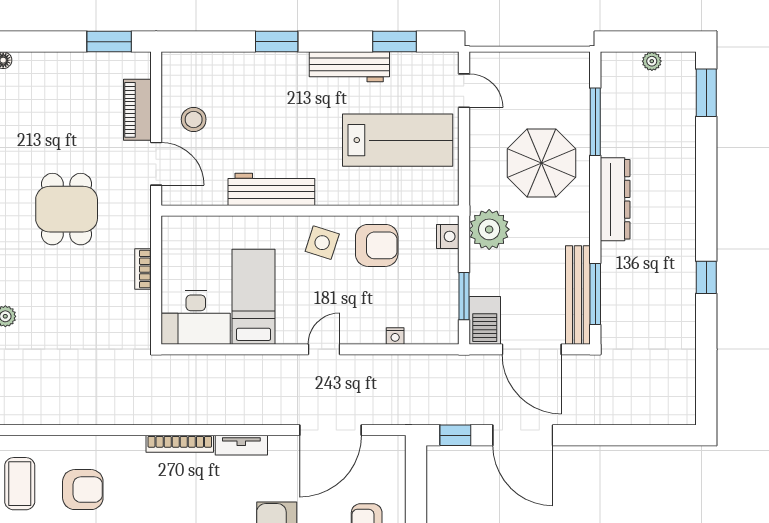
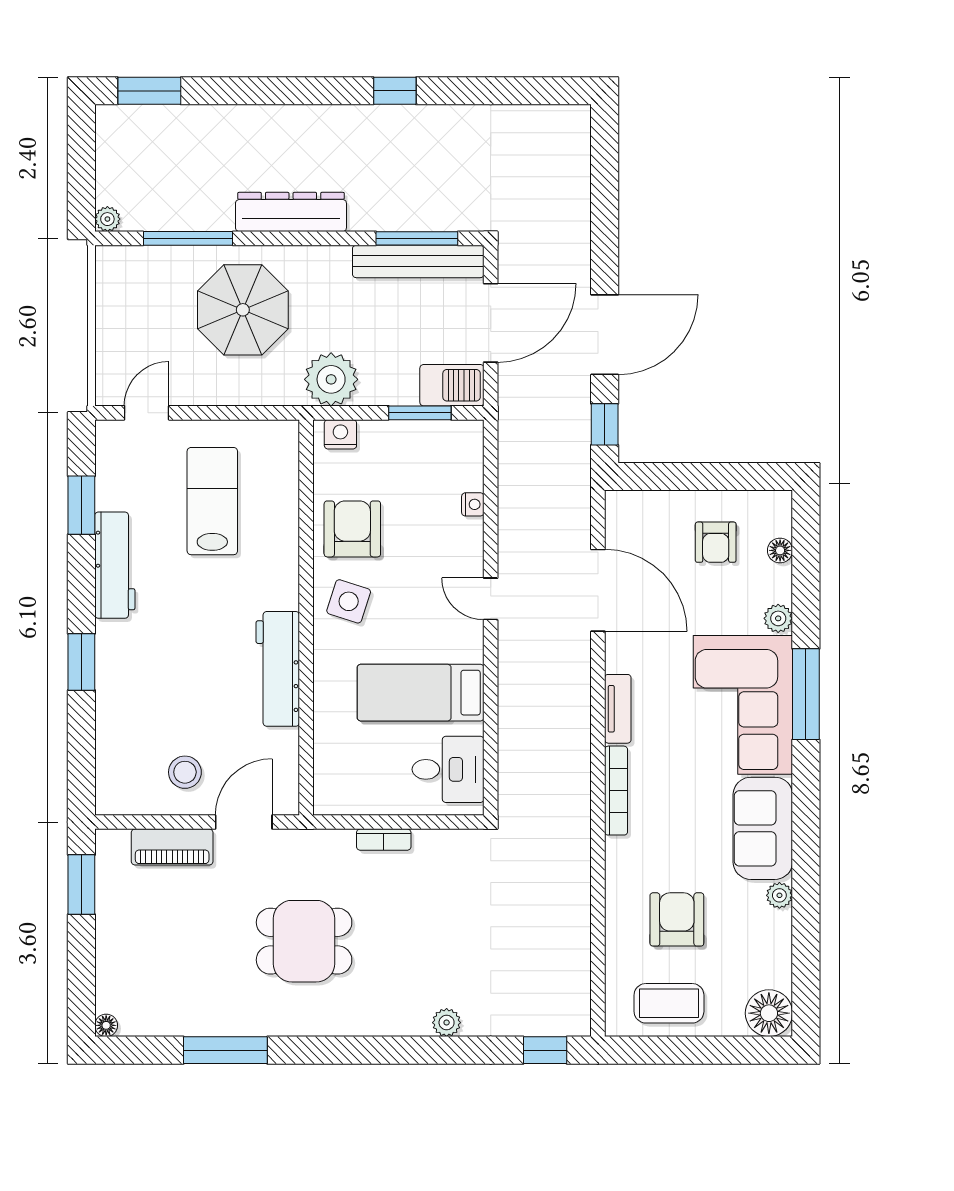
plant: (652, 61) -> (107, 219), moved
lab bench: (398, 140) -> (212, 501), width x0.73, depth x0.72
desk: (196, 317) -> (448, 769), width x0.73

